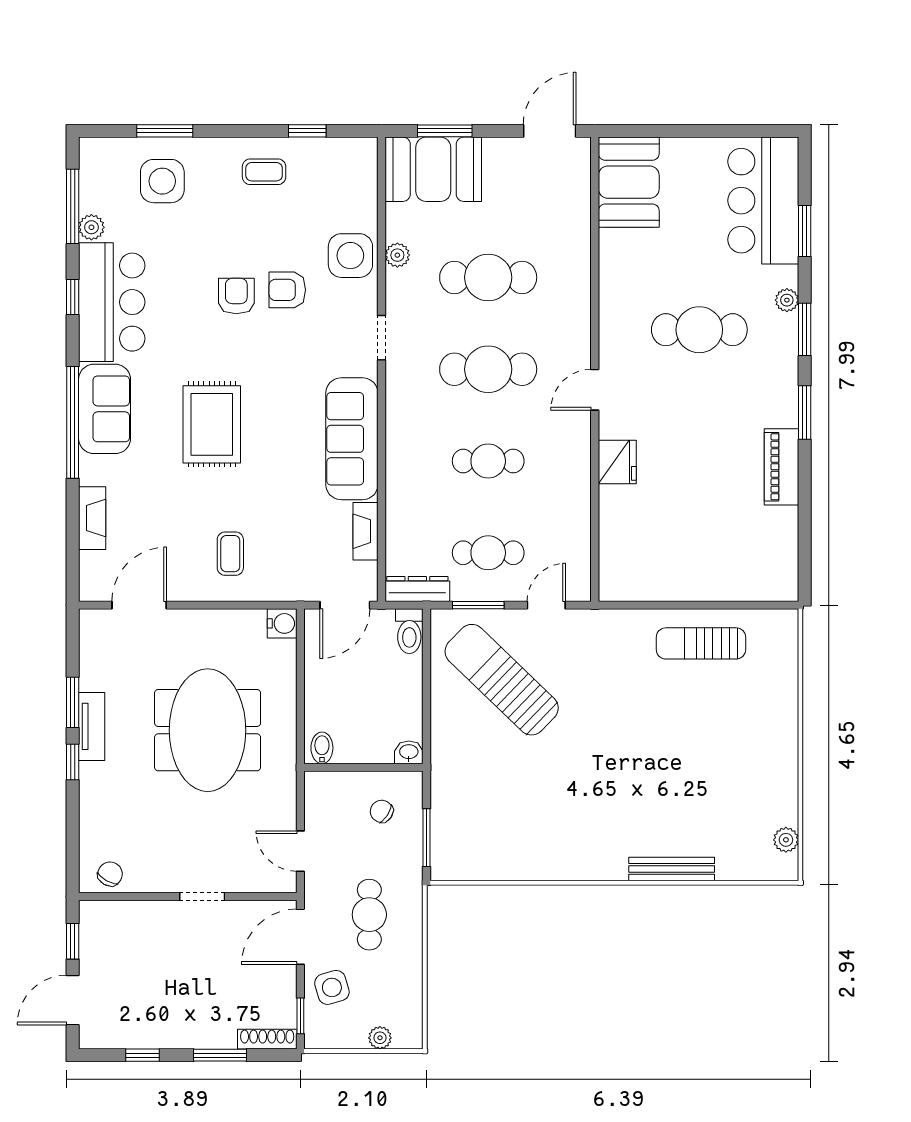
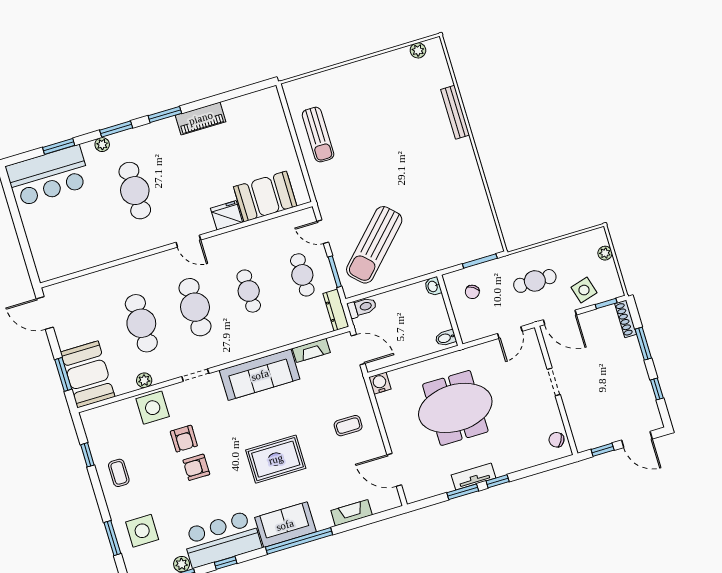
booth: (629, 182) -> (265, 196), moved

